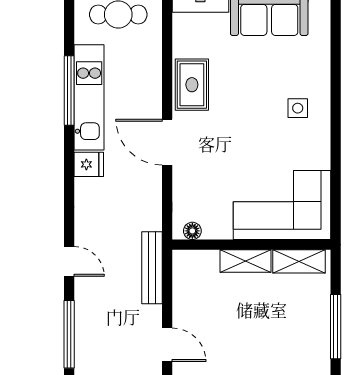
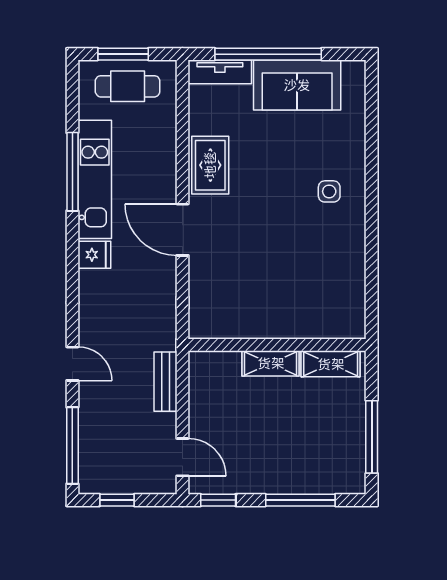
corner sofa: (282, 205) -> (311, 300), removed
floor lamp: (192, 231) -> (211, 329), removed
bench: (152, 268) -> (165, 382), width x0.73

